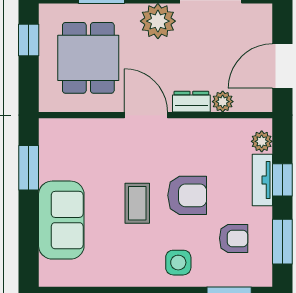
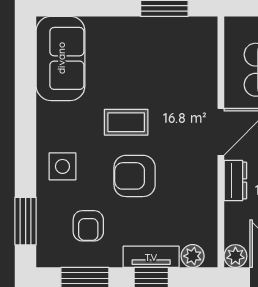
plant: (223, 102) -> (235, 256), moved
armchair: (187, 195) -> (135, 176), turned 90
sofa: (61, 220) -> (61, 58), moved, turned -90

